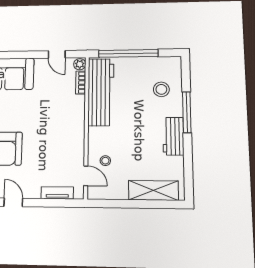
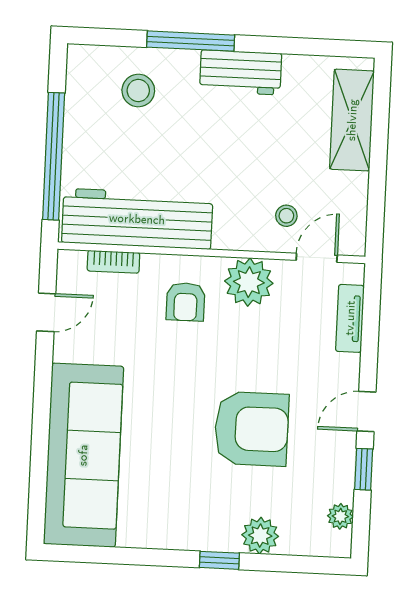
plant: (80, 64) -> (249, 282), moved, width x1.88, depth x1.88
armchair: (63, 116) -> (186, 302), added

